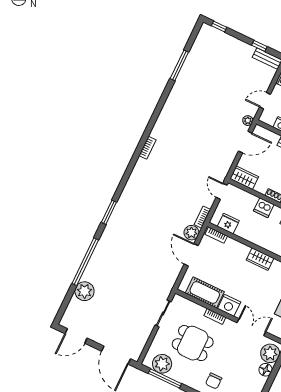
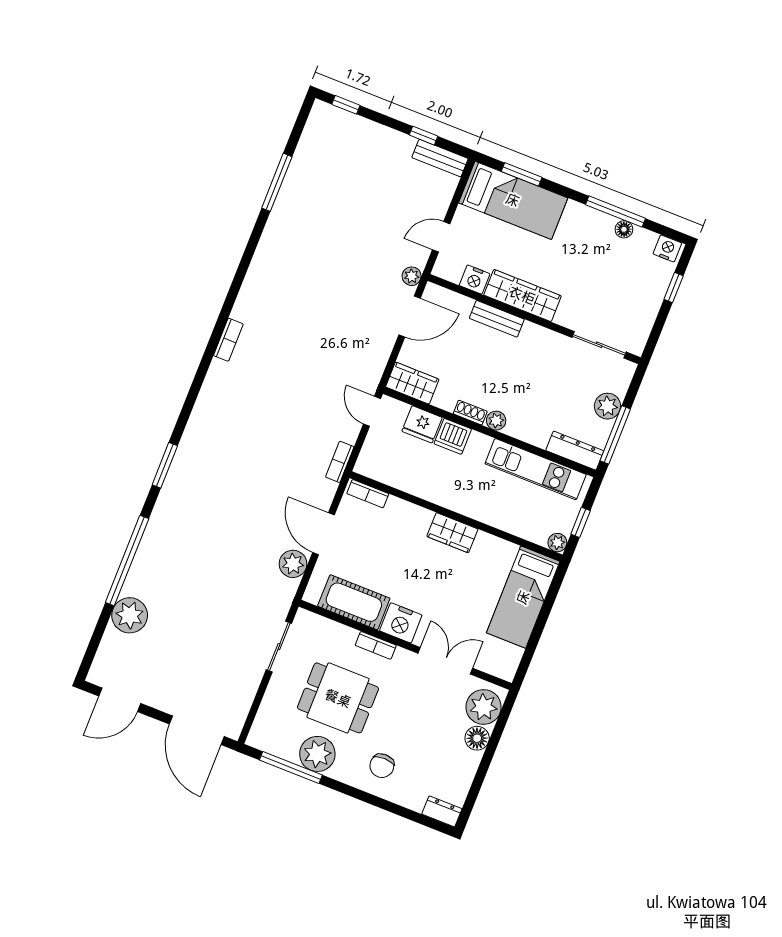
fridge: (228, 224) -> (422, 424), moved, turned 180
plant: (191, 233) -> (293, 564), moved
plant: (162, 364) -> (317, 754), moved

